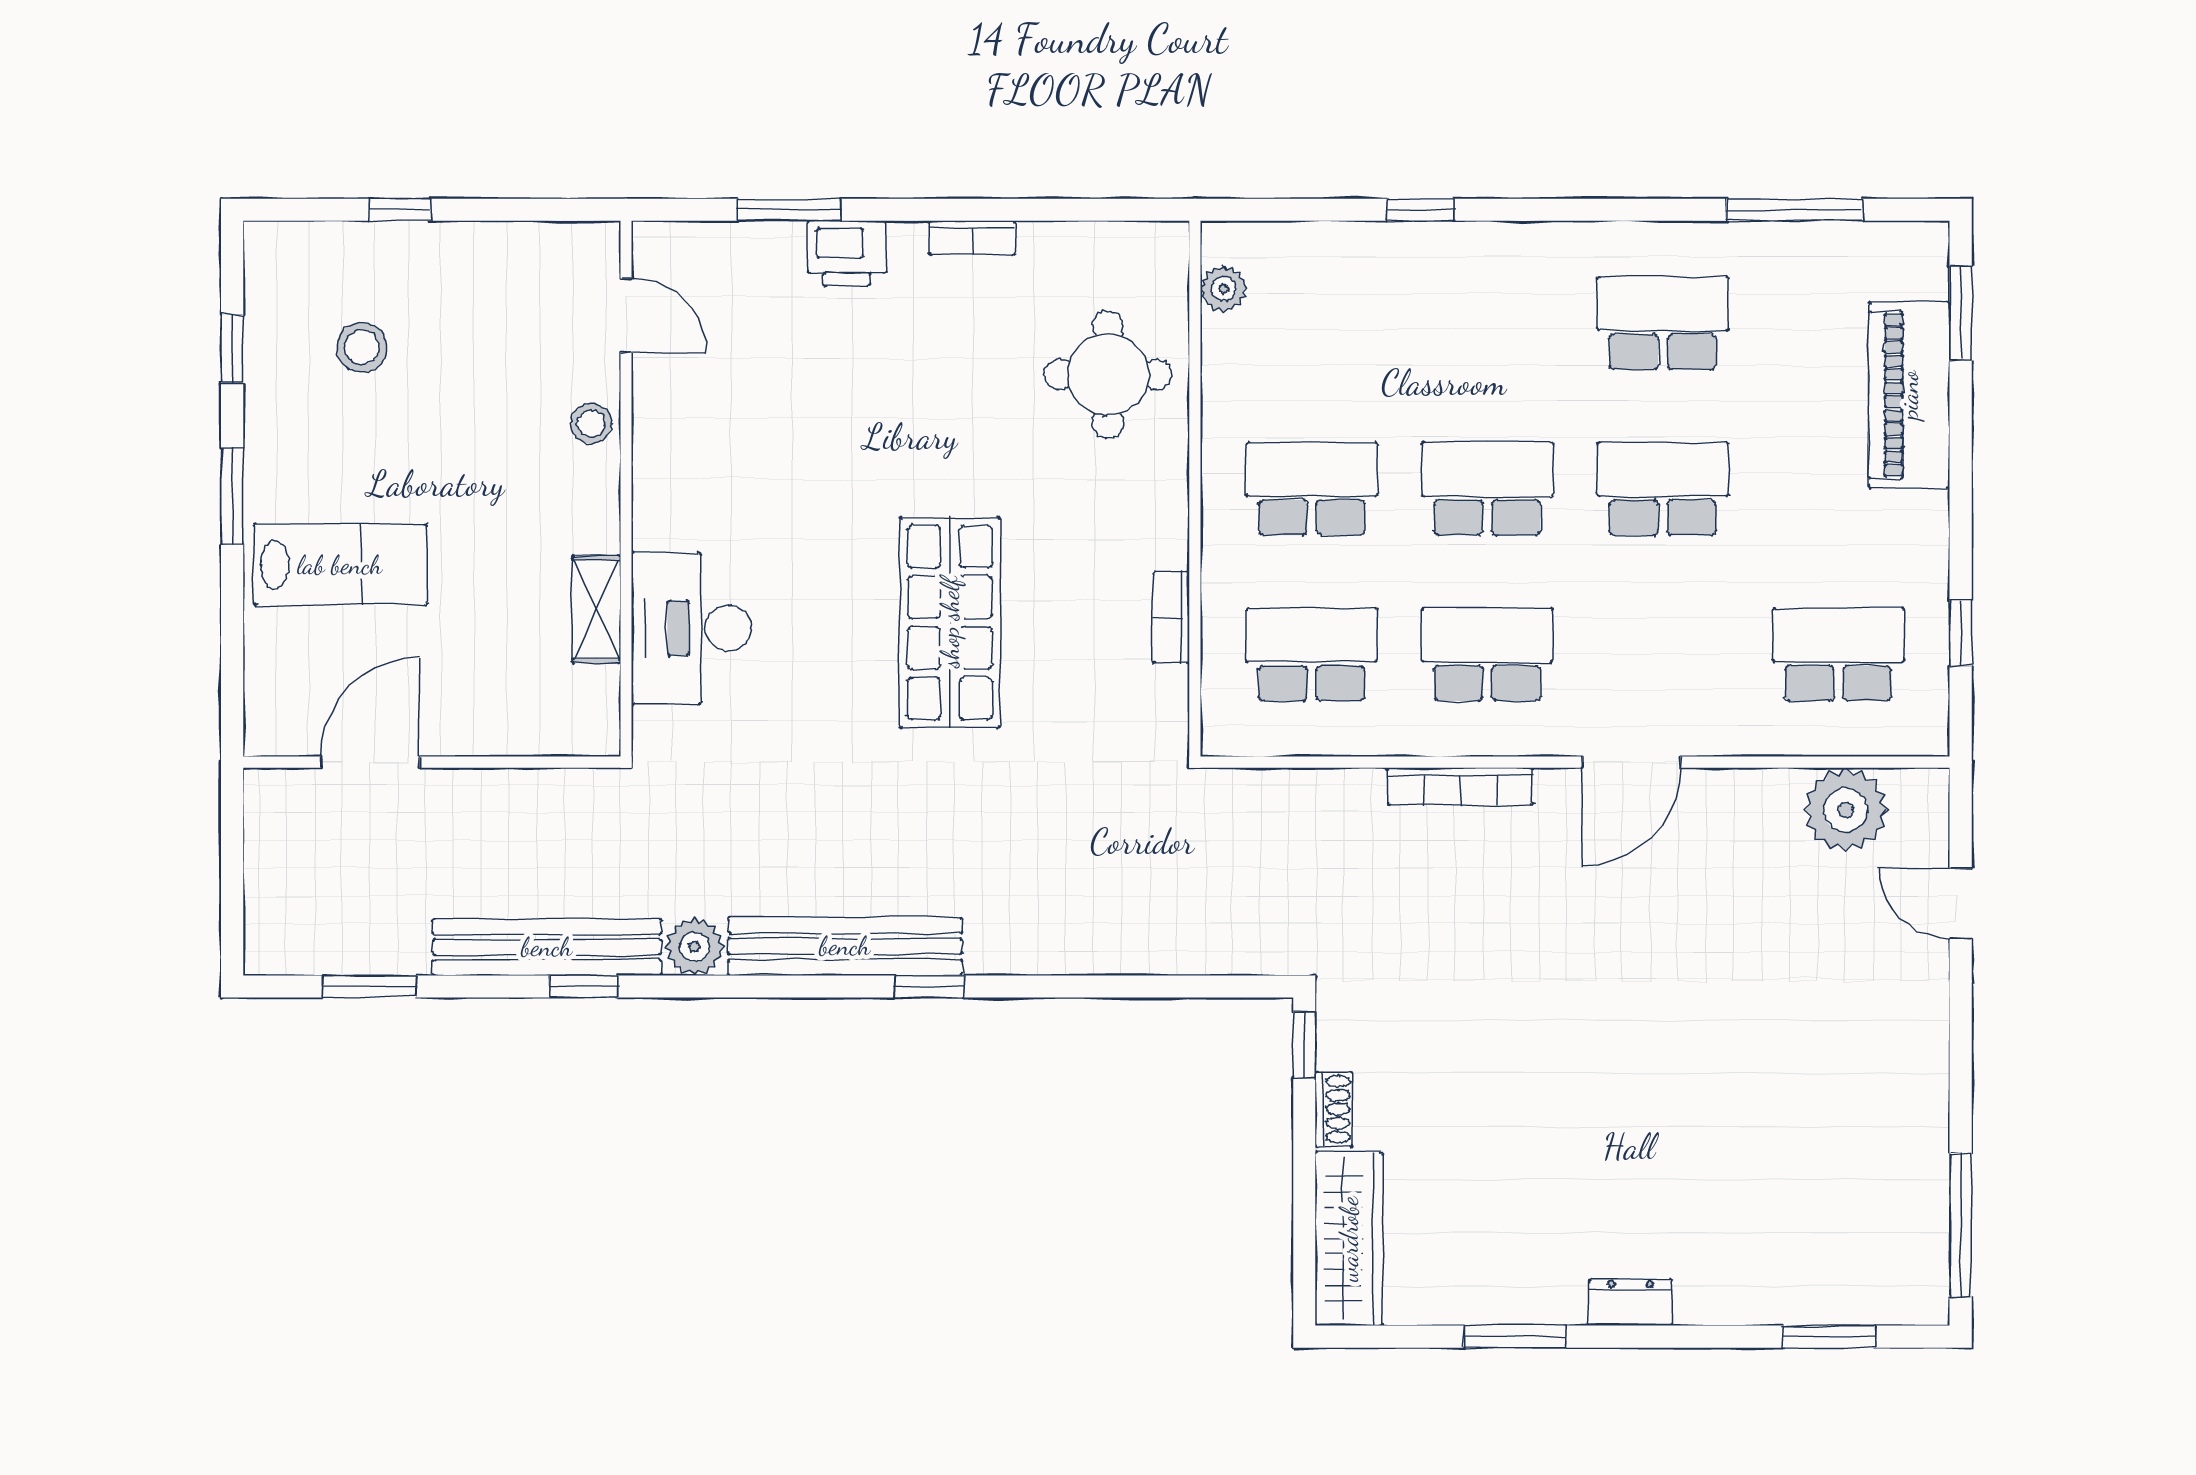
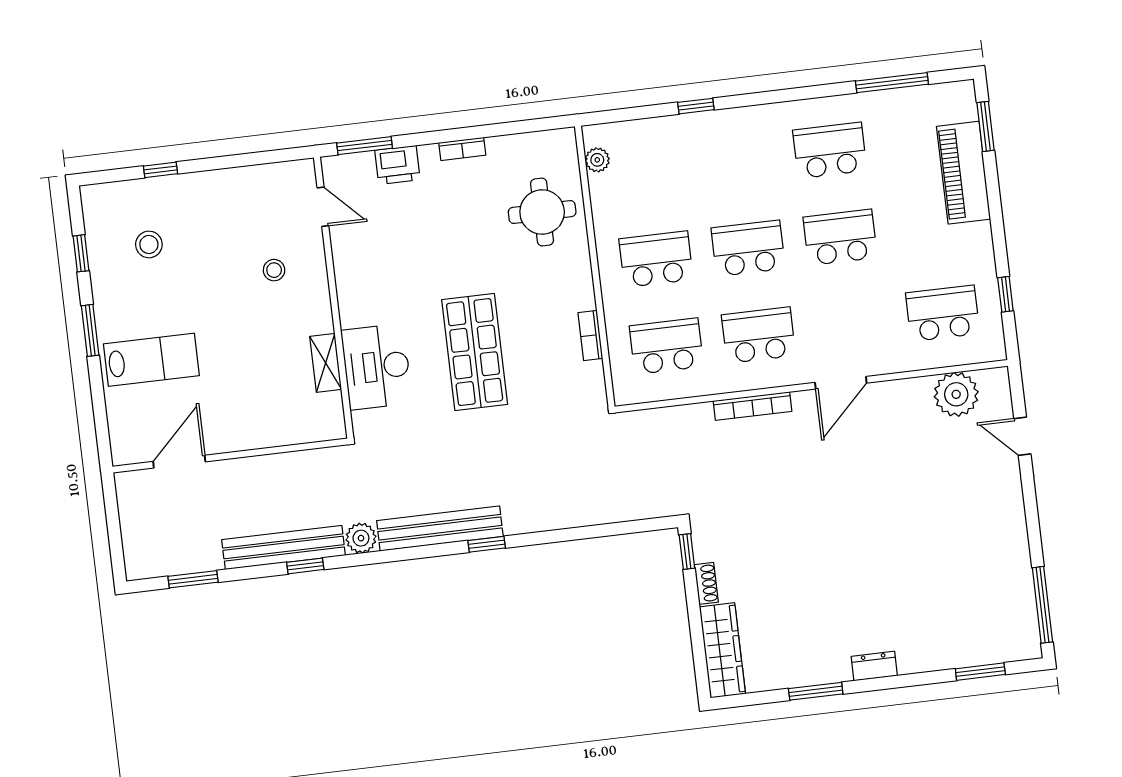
door: (626, 316) -> (323, 207), moved
wall: (626, 489) -> (334, 298), moved
shelving: (596, 609) -> (326, 363), moved
desk: (691, 628) -> (377, 367), moved

